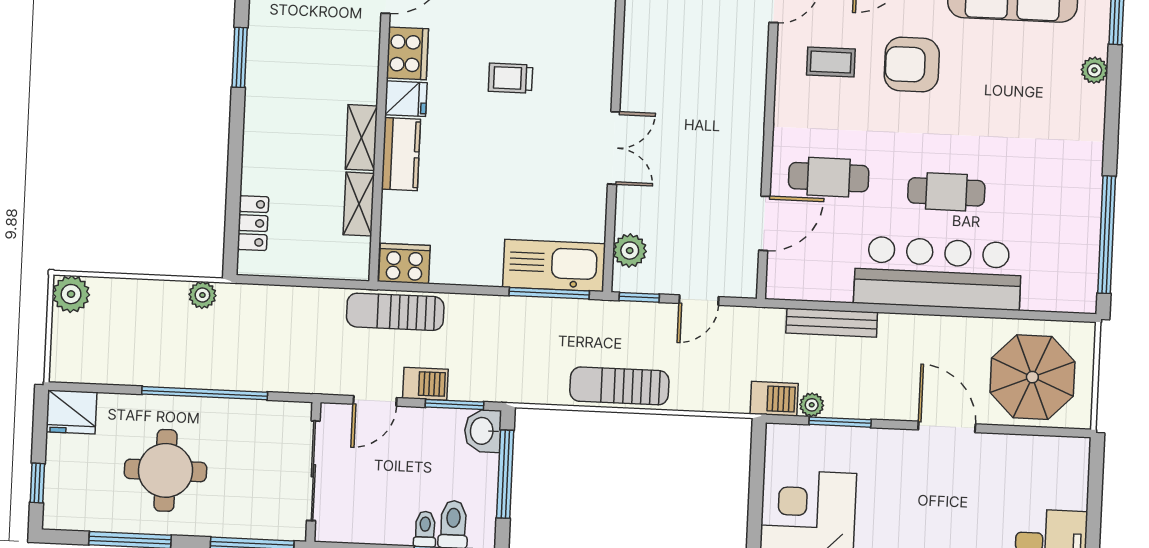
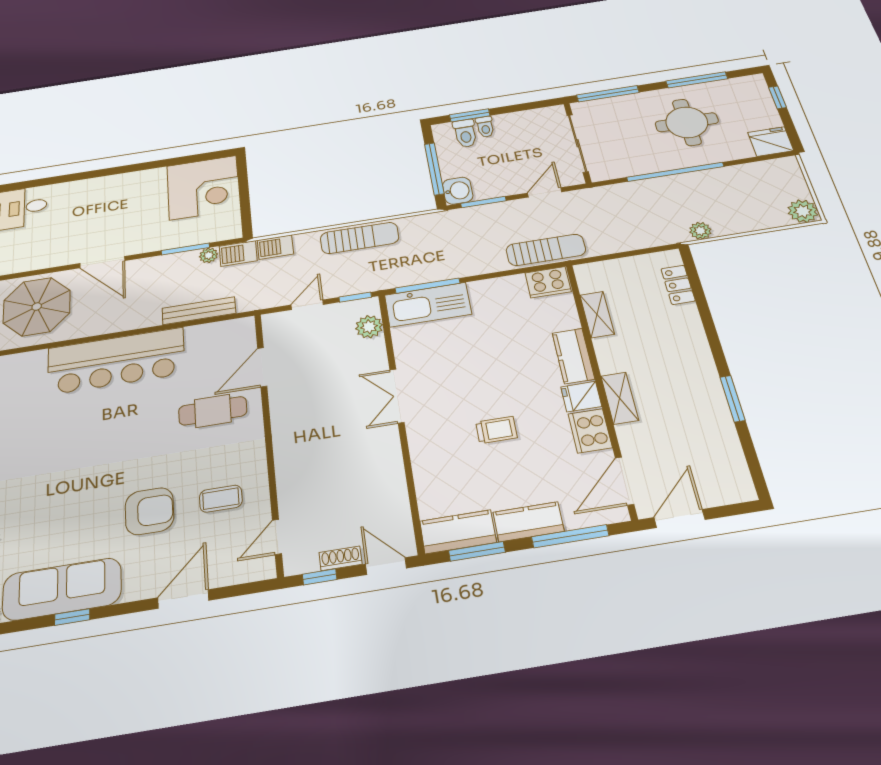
shelving: (361, 138) -> (620, 398), moved
cafe table: (946, 192) -> (113, 420), removed
barbecue: (425, 384) -> (275, 247), moved

